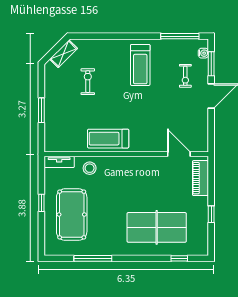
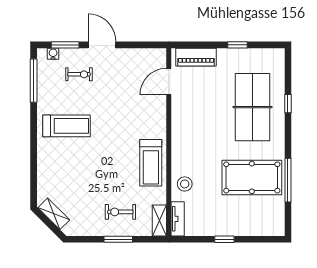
exercise bike: (88, 82) -> (120, 212), moved
shelving: (58, 146) -> (159, 220), added
pool table: (72, 215) -> (252, 177), moved
window: (179, 258) -> (288, 104), moved

